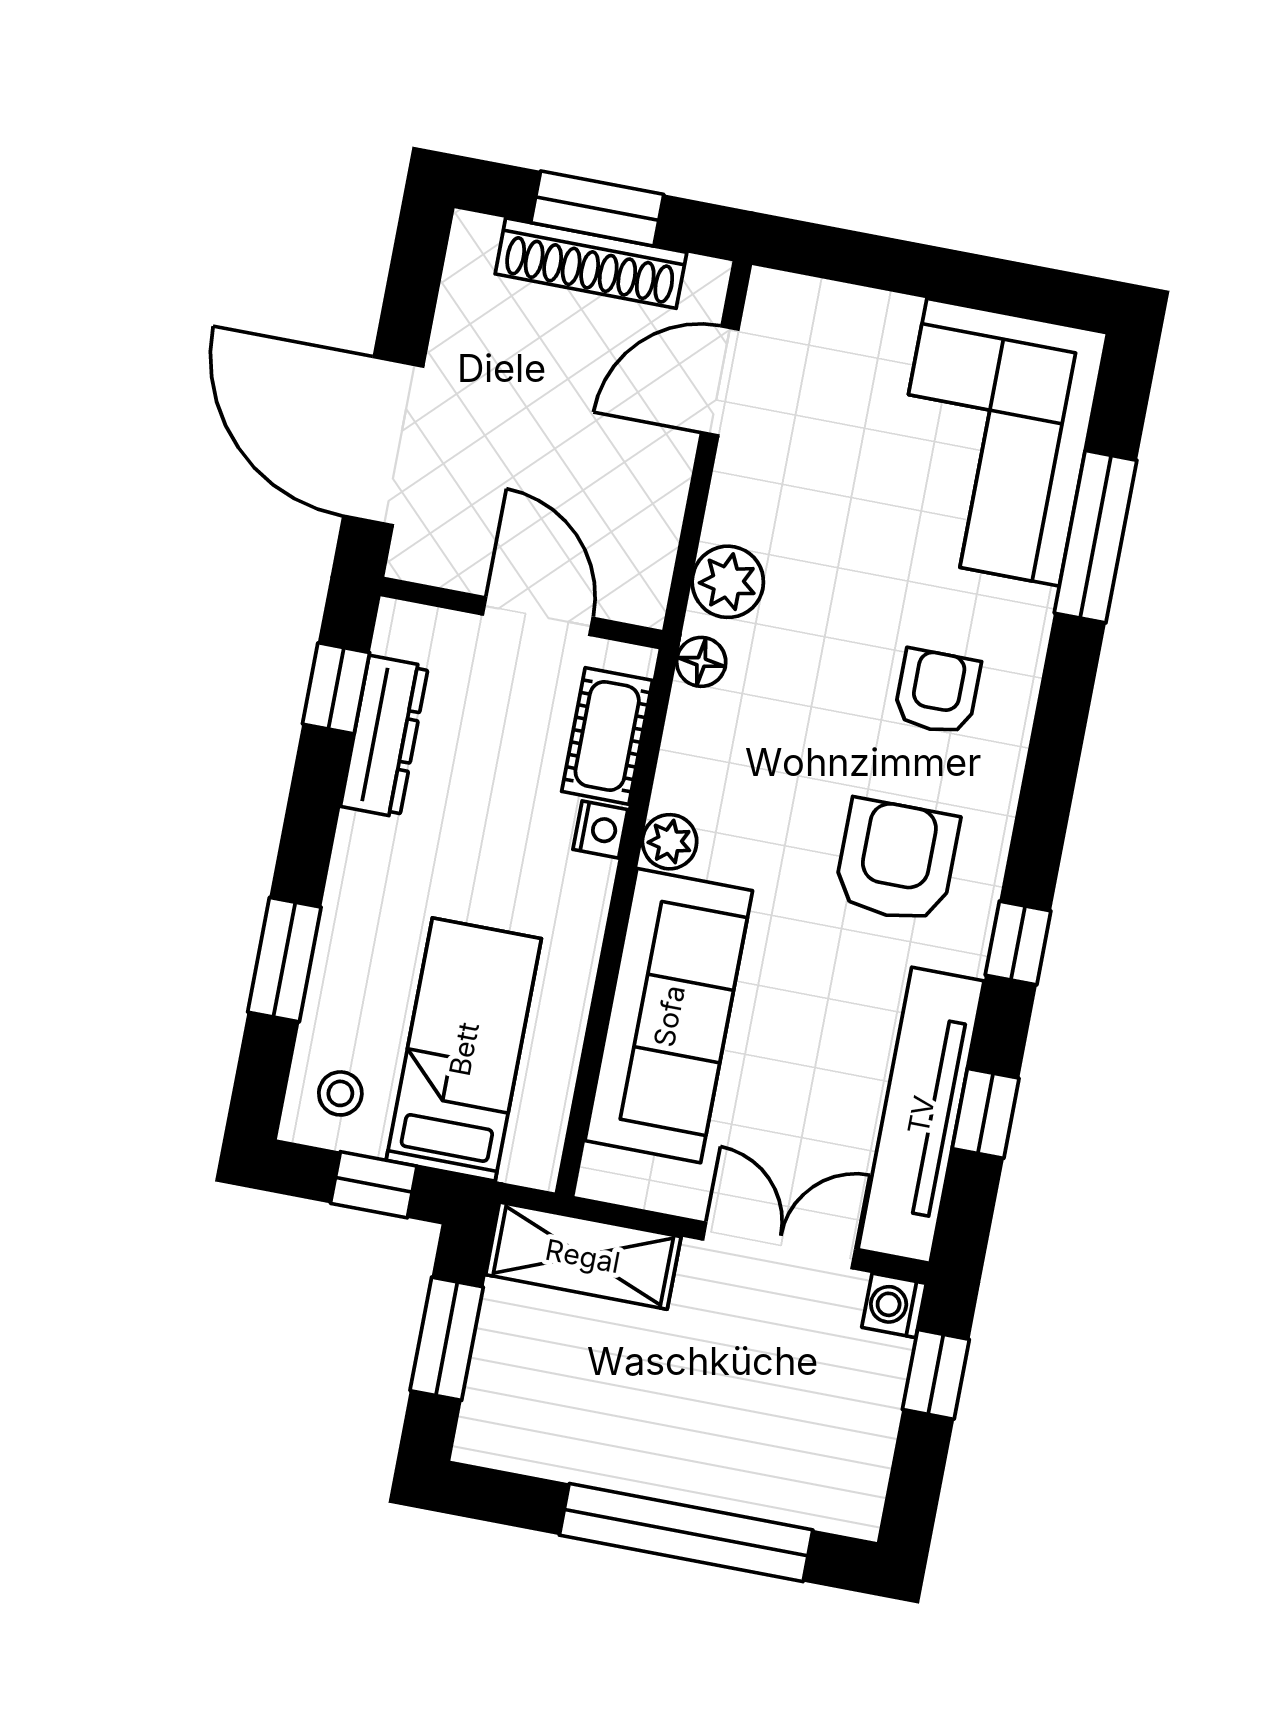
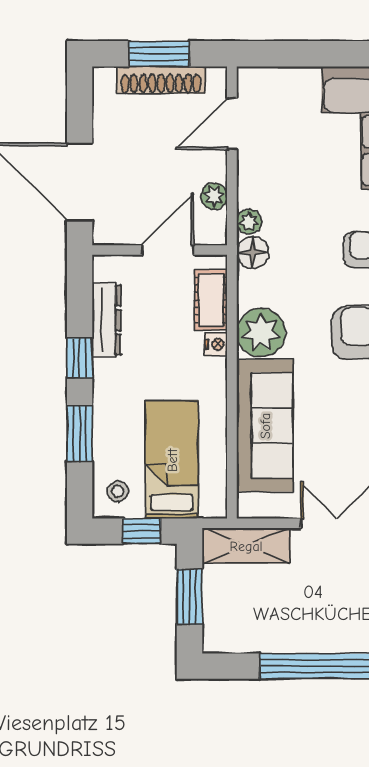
plant: (655, 524) -> (214, 196), added
plant: (728, 582) -> (249, 222), width x0.73, depth x0.73
door: (538, 616) -> (168, 250), hinge flipped
floor lamp: (701, 662) -> (253, 253), width x1.37, depth x1.37
window: (336, 688) -> (80, 358), moved
plant: (670, 842) -> (261, 333), width x1.88, depth x1.88

